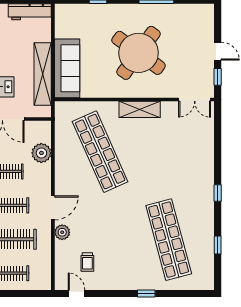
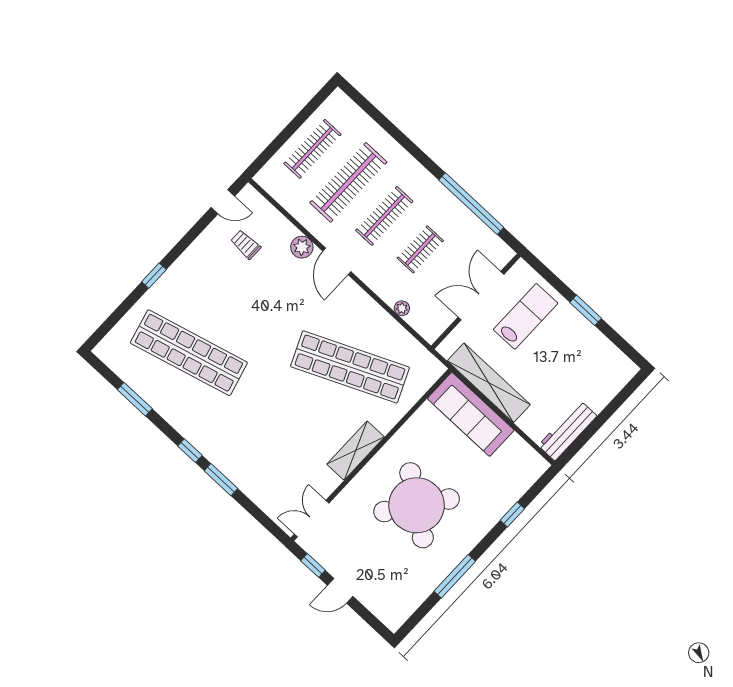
plant: (41, 153) -> (402, 308), width x0.53, depth x0.53
window: (218, 164) -> (221, 480), added
window: (218, 245) -> (135, 399), width x1.50

